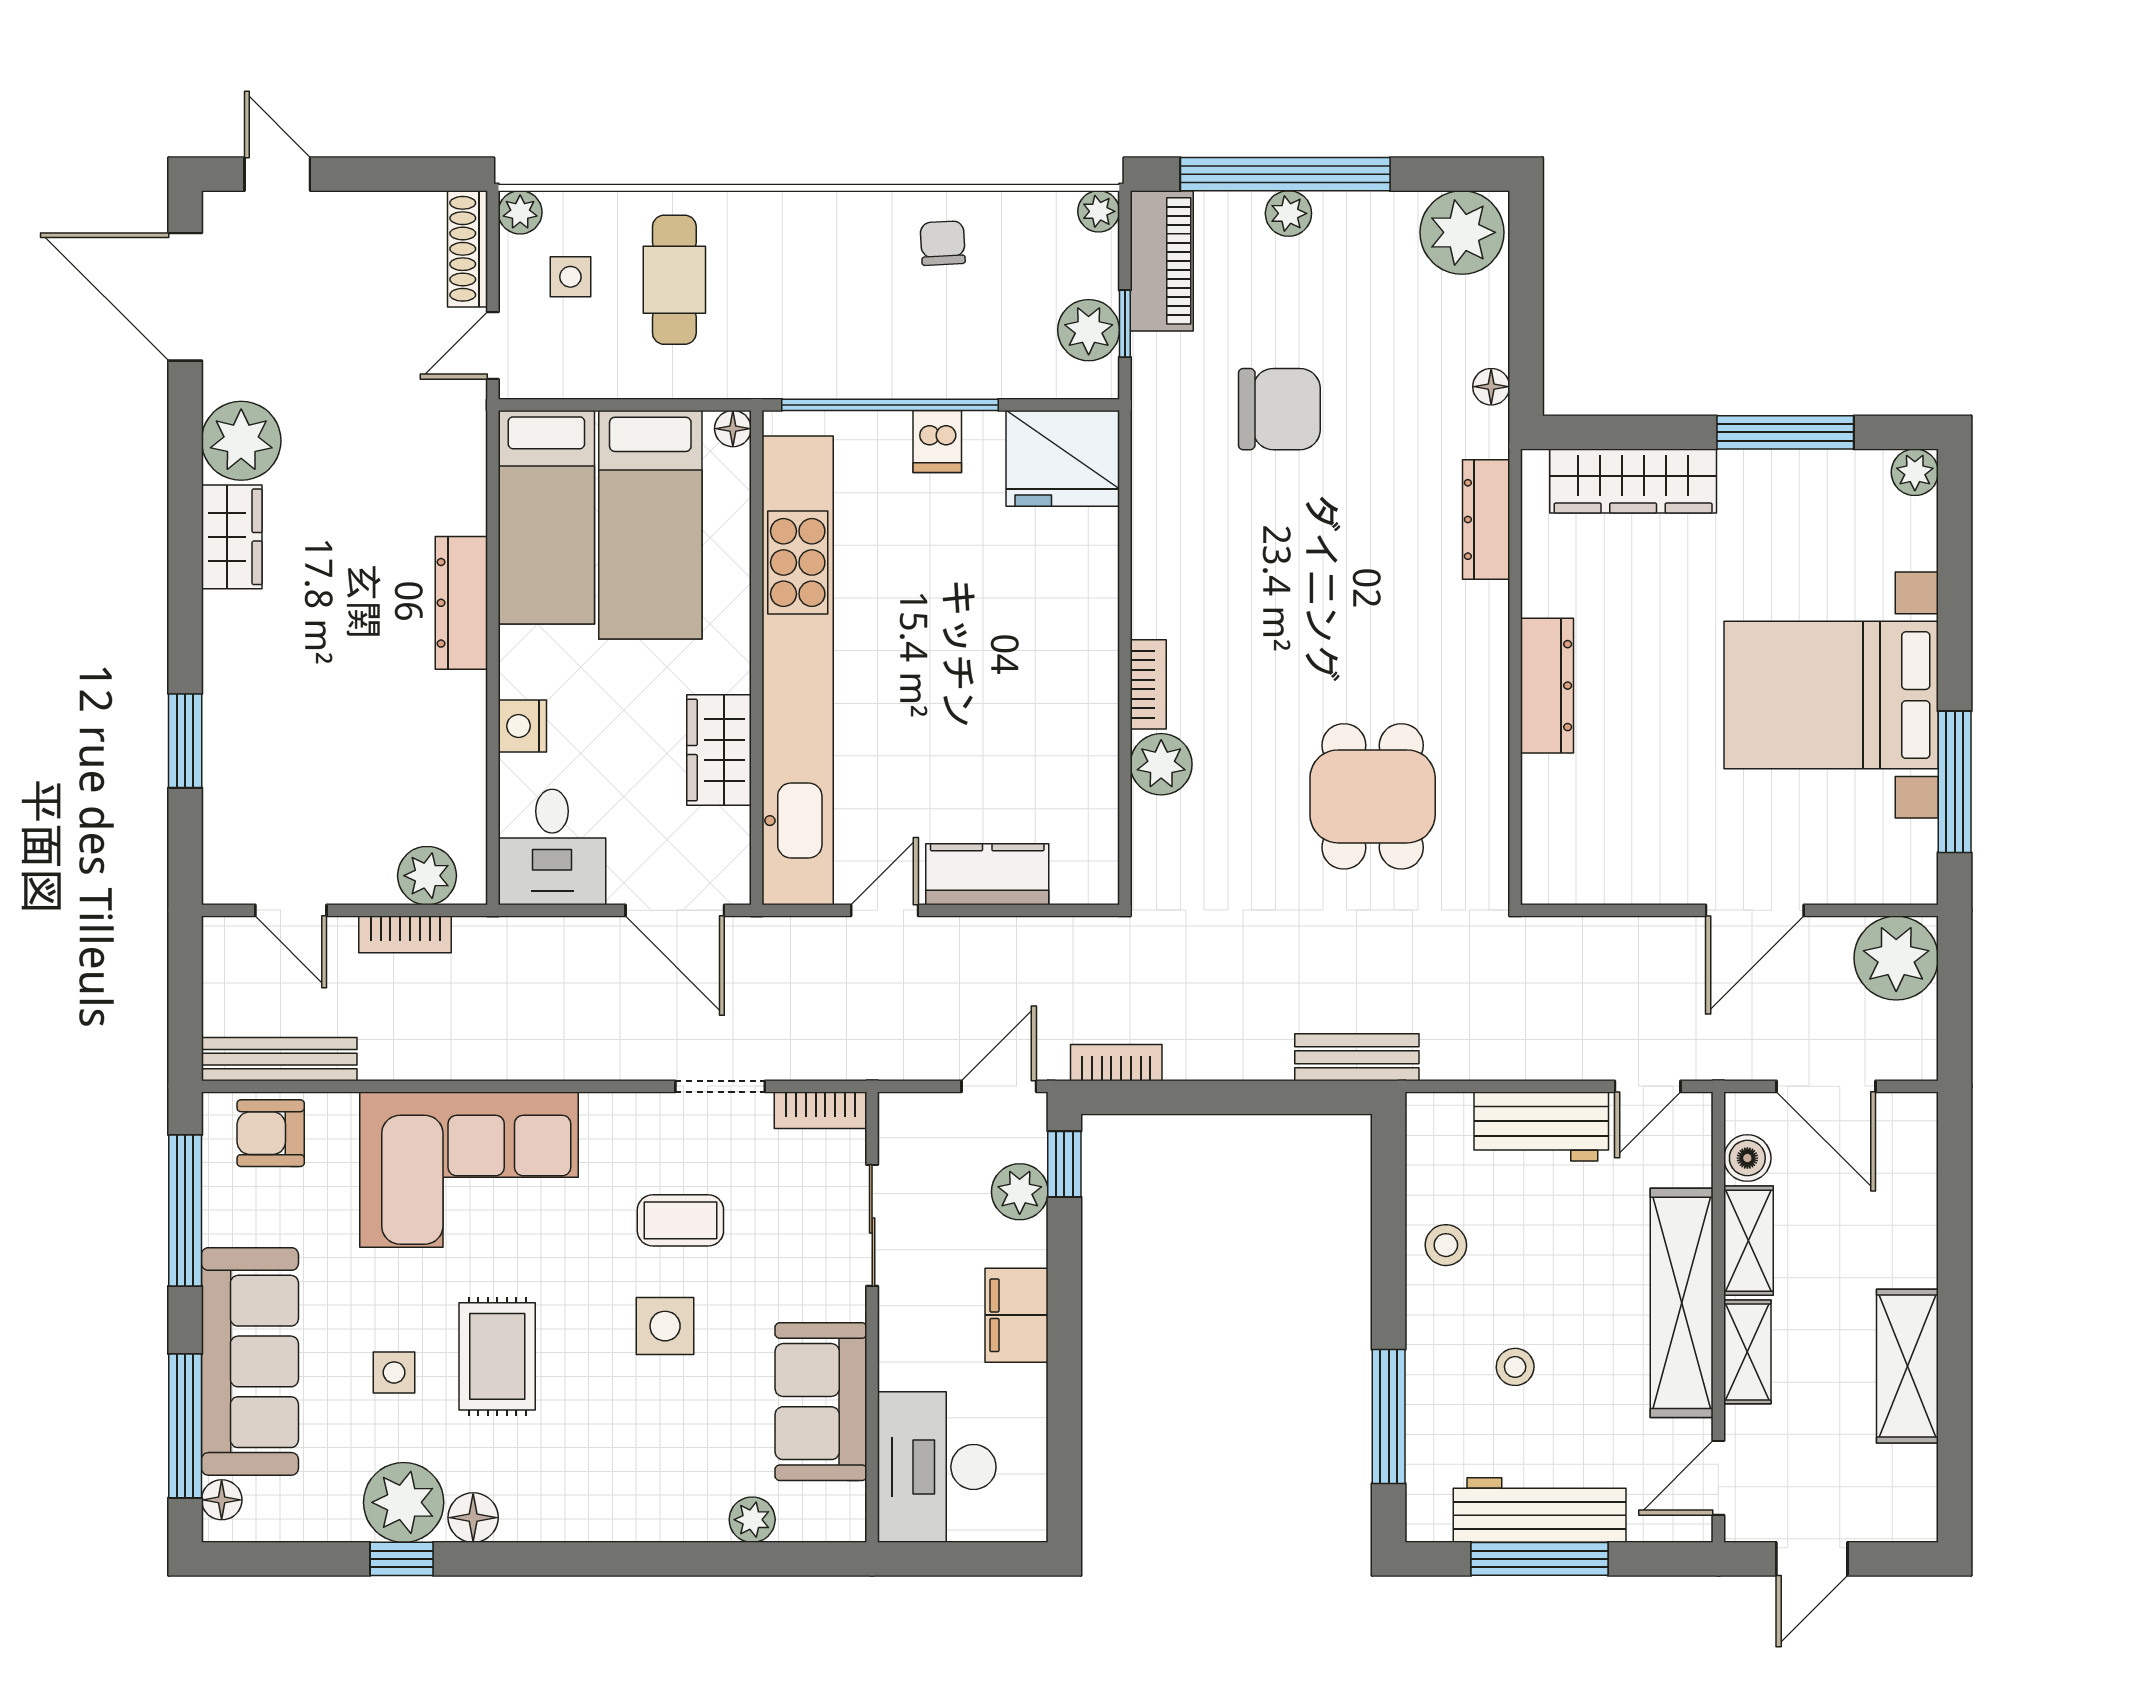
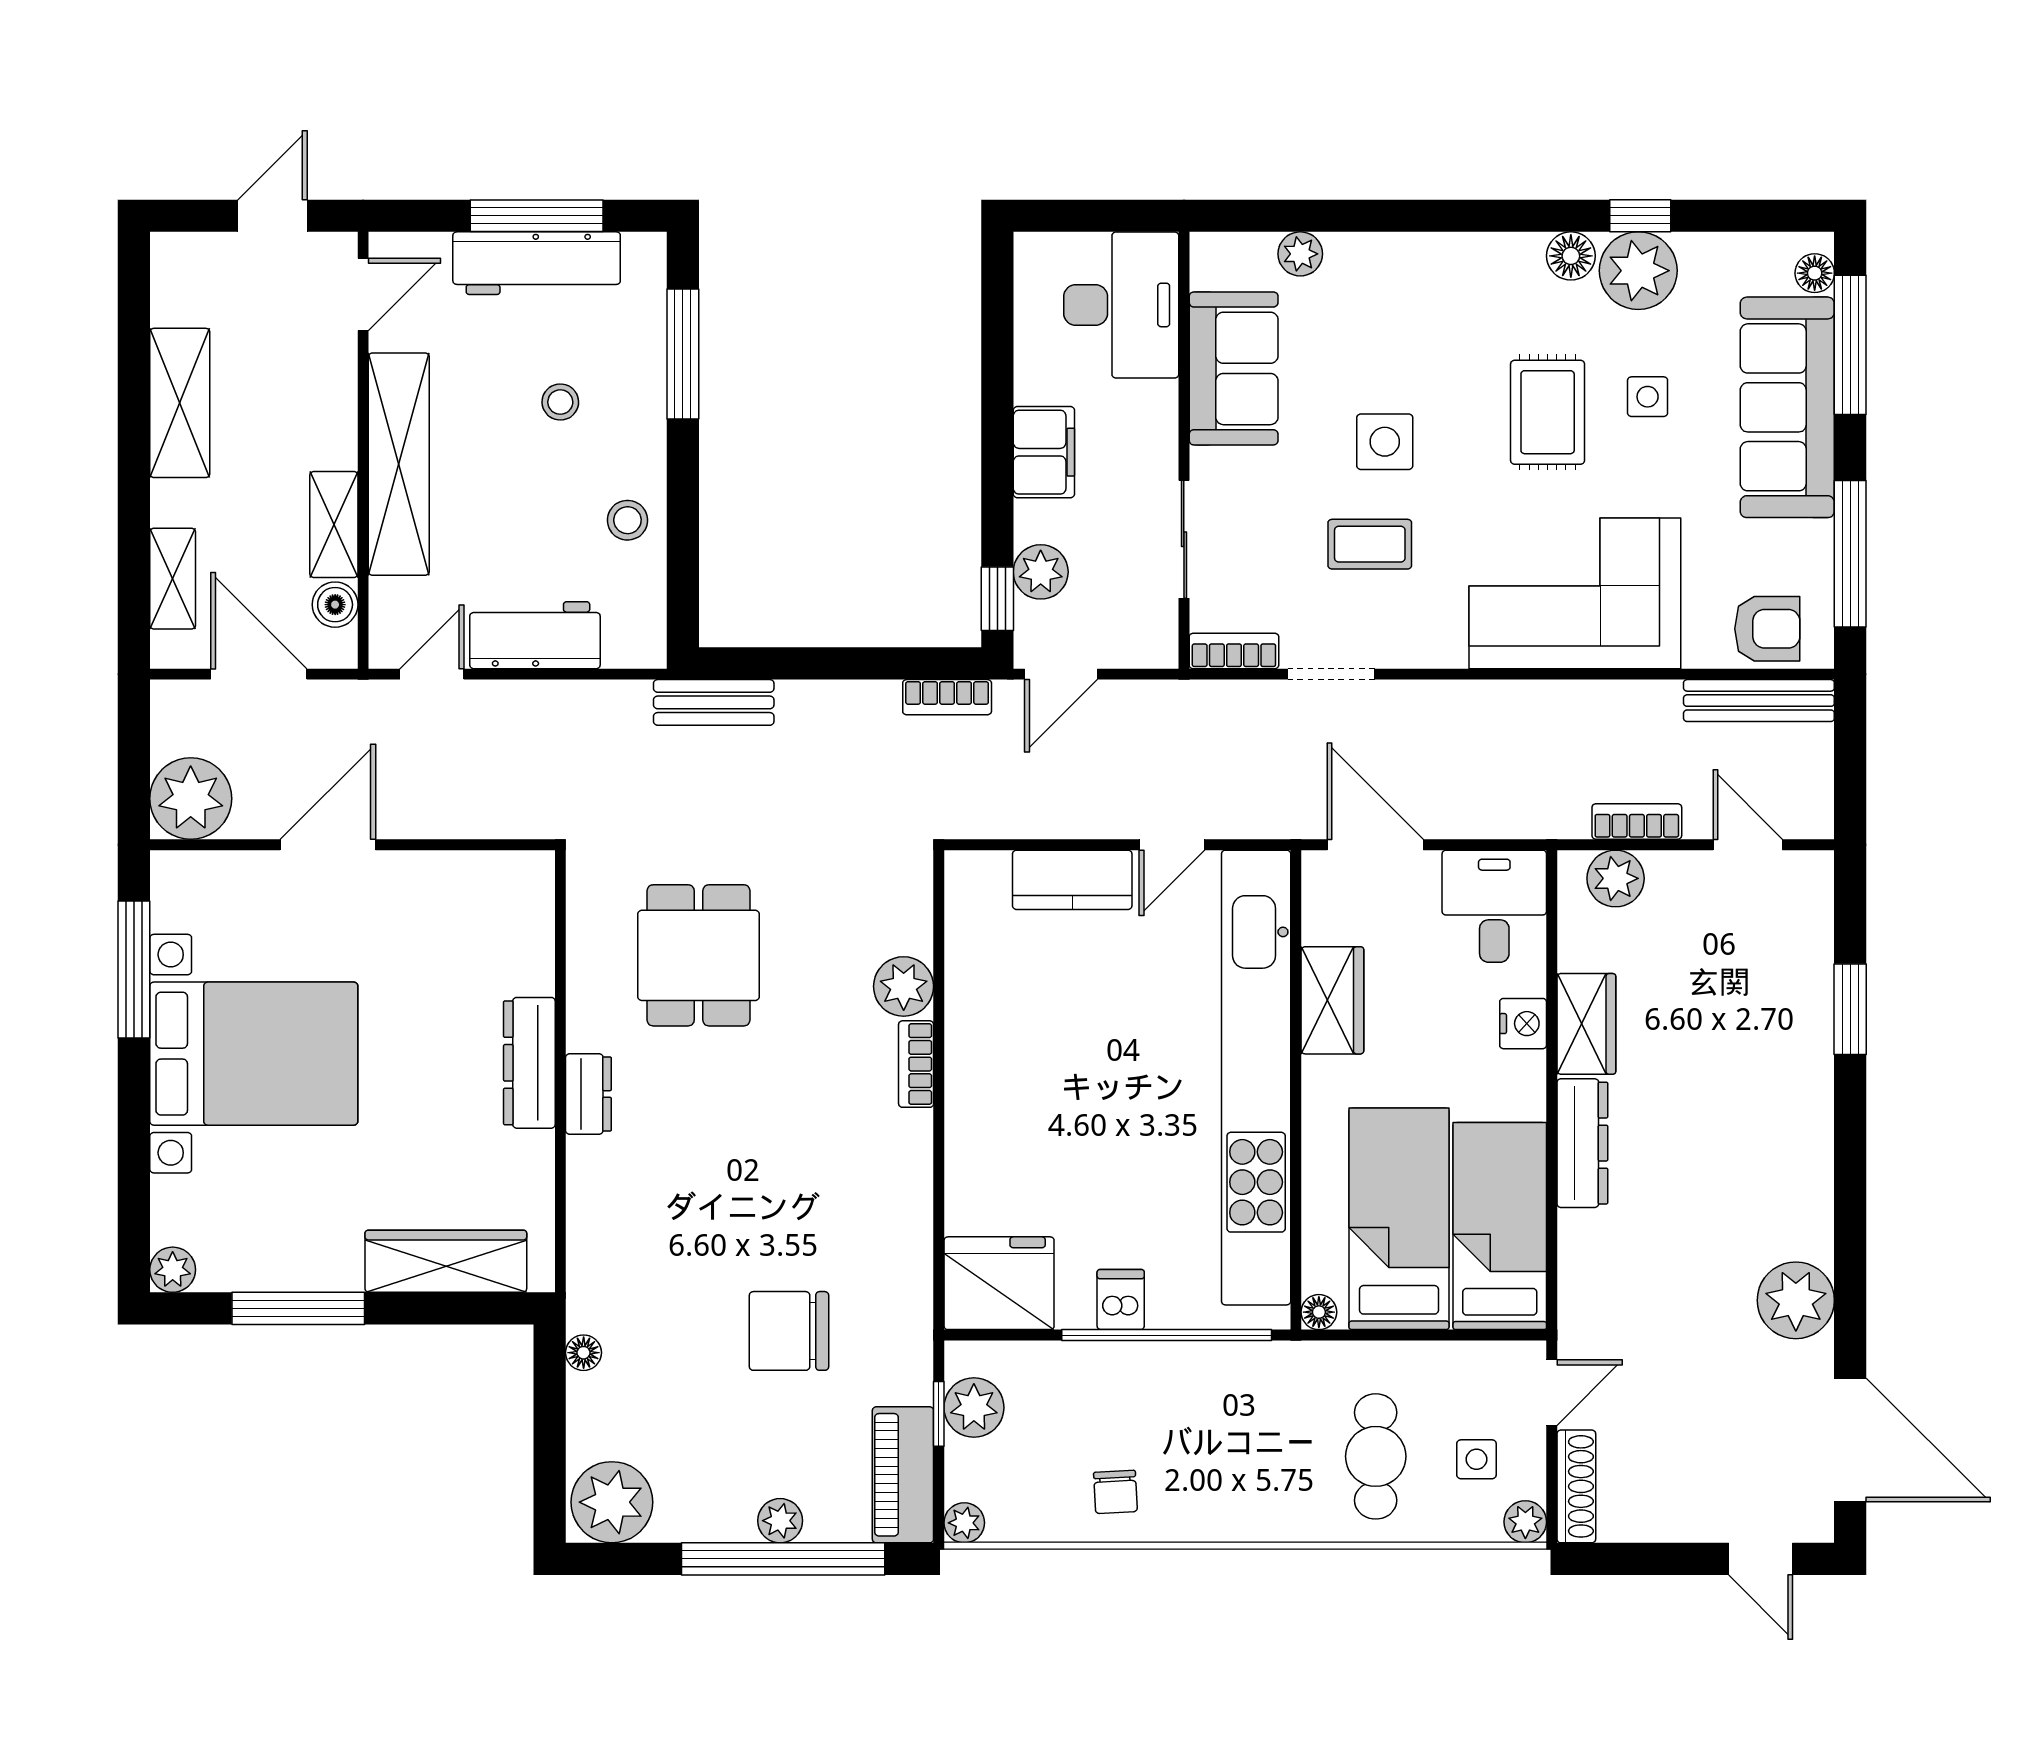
dresser: (1486, 519) -> (588, 1094), moved, width x0.70
wardrobe: (232, 537) -> (1586, 1024), moved, turned 180
shelving: (1747, 1352) -> (173, 579), moved

